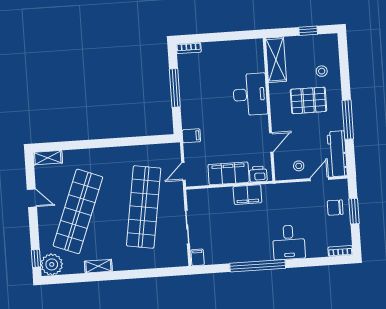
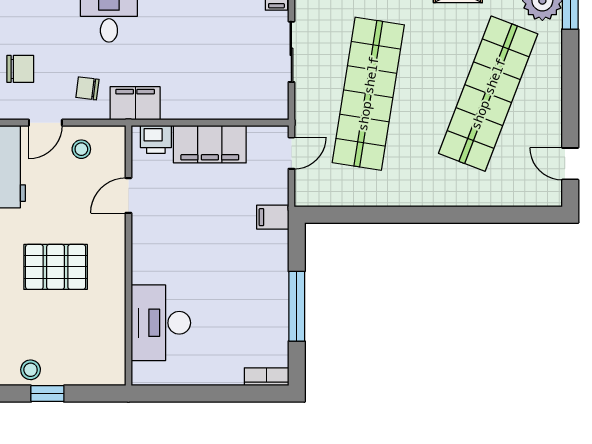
shelving: (276, 60) -> (109, 345), removed
stool: (322, 71) -> (31, 370), moved
desk: (250, 94) -> (161, 323), moved
shelving: (48, 158) -> (536, 195), removed
filing cabinet: (247, 195) -> (135, 103), moved
door: (32, 198) -> (570, 164), moved
chair: (298, 199) -> (87, 88), added

